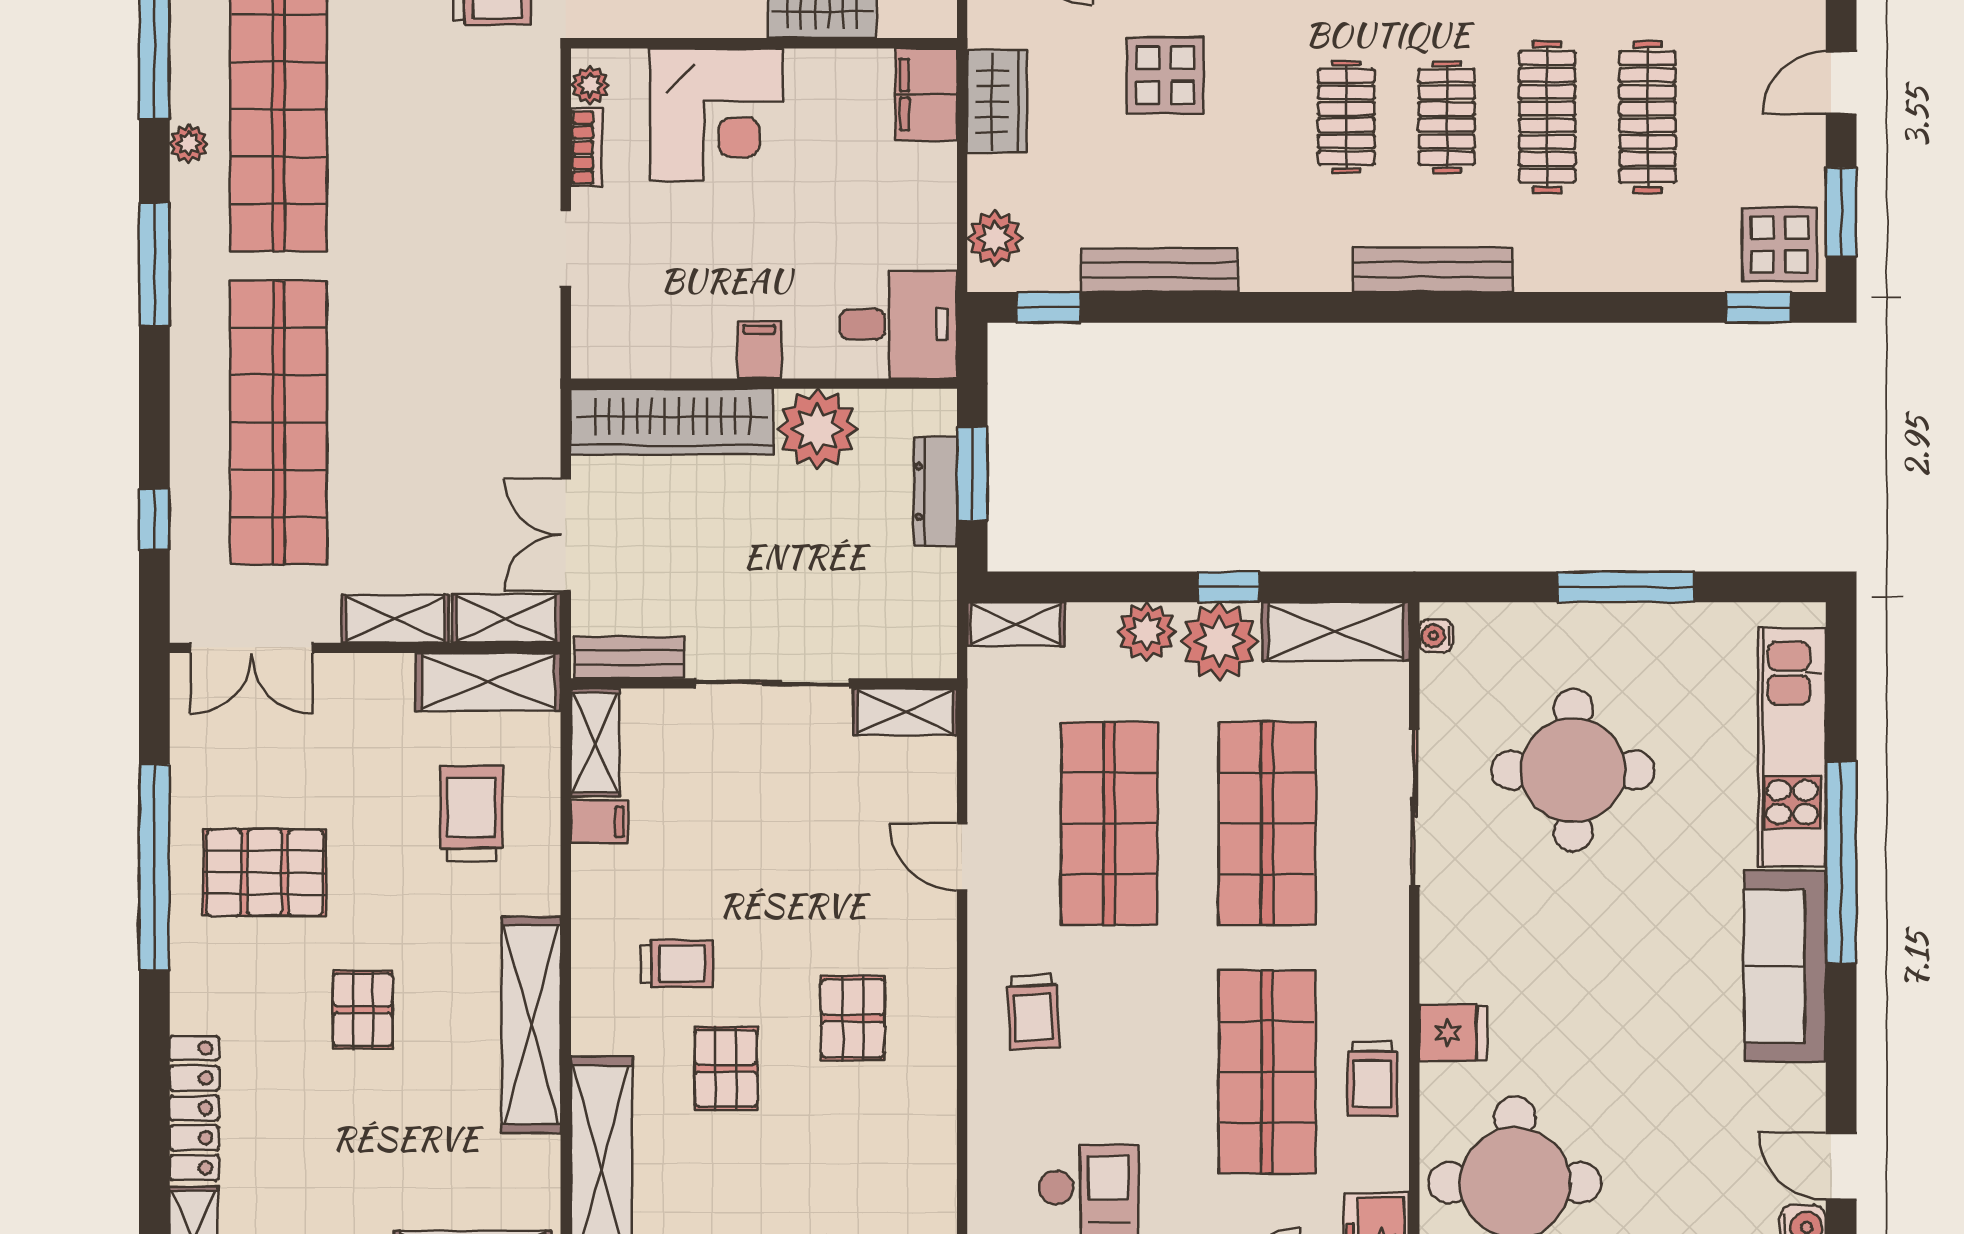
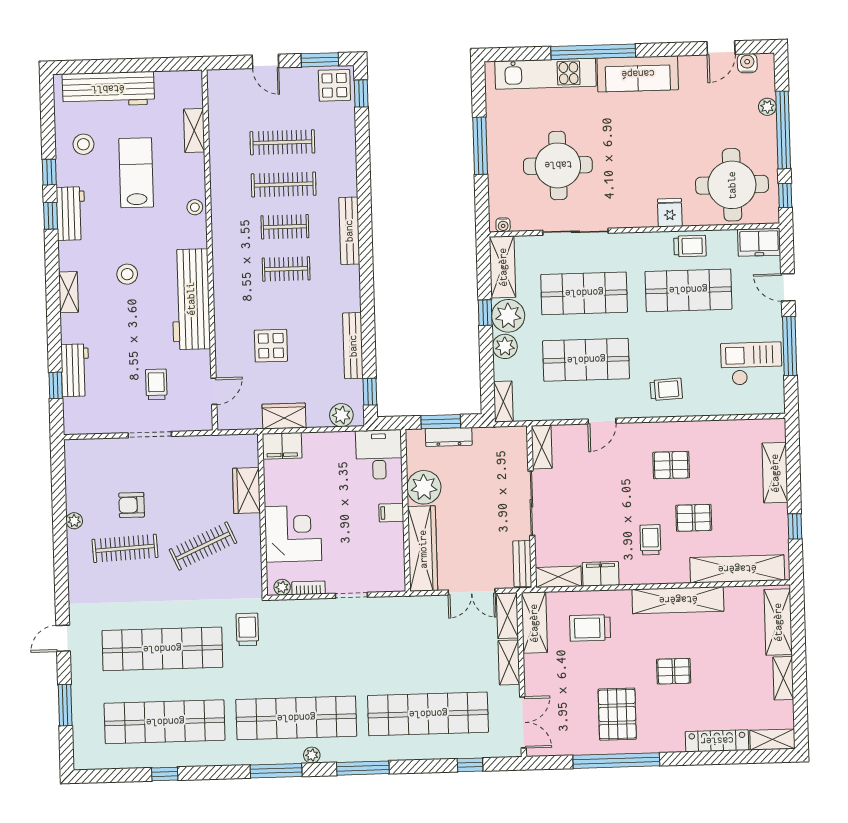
filing cabinet: (599, 822) -> (601, 574), width x2.00

